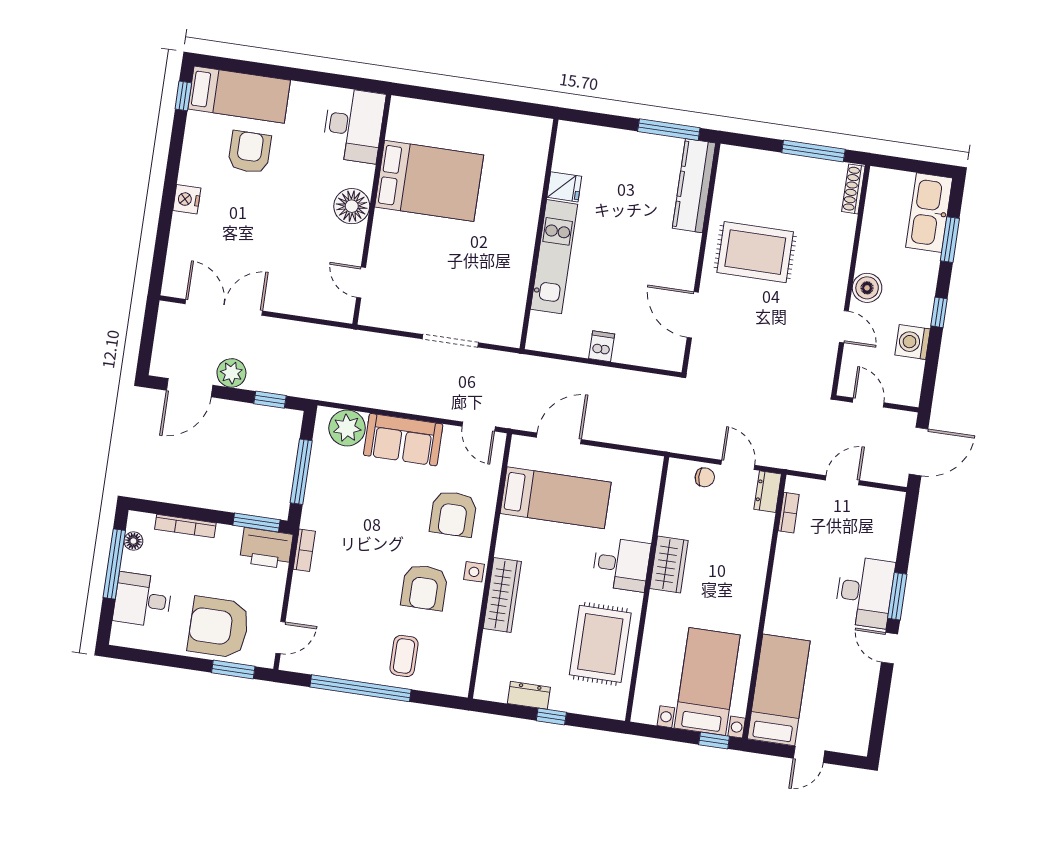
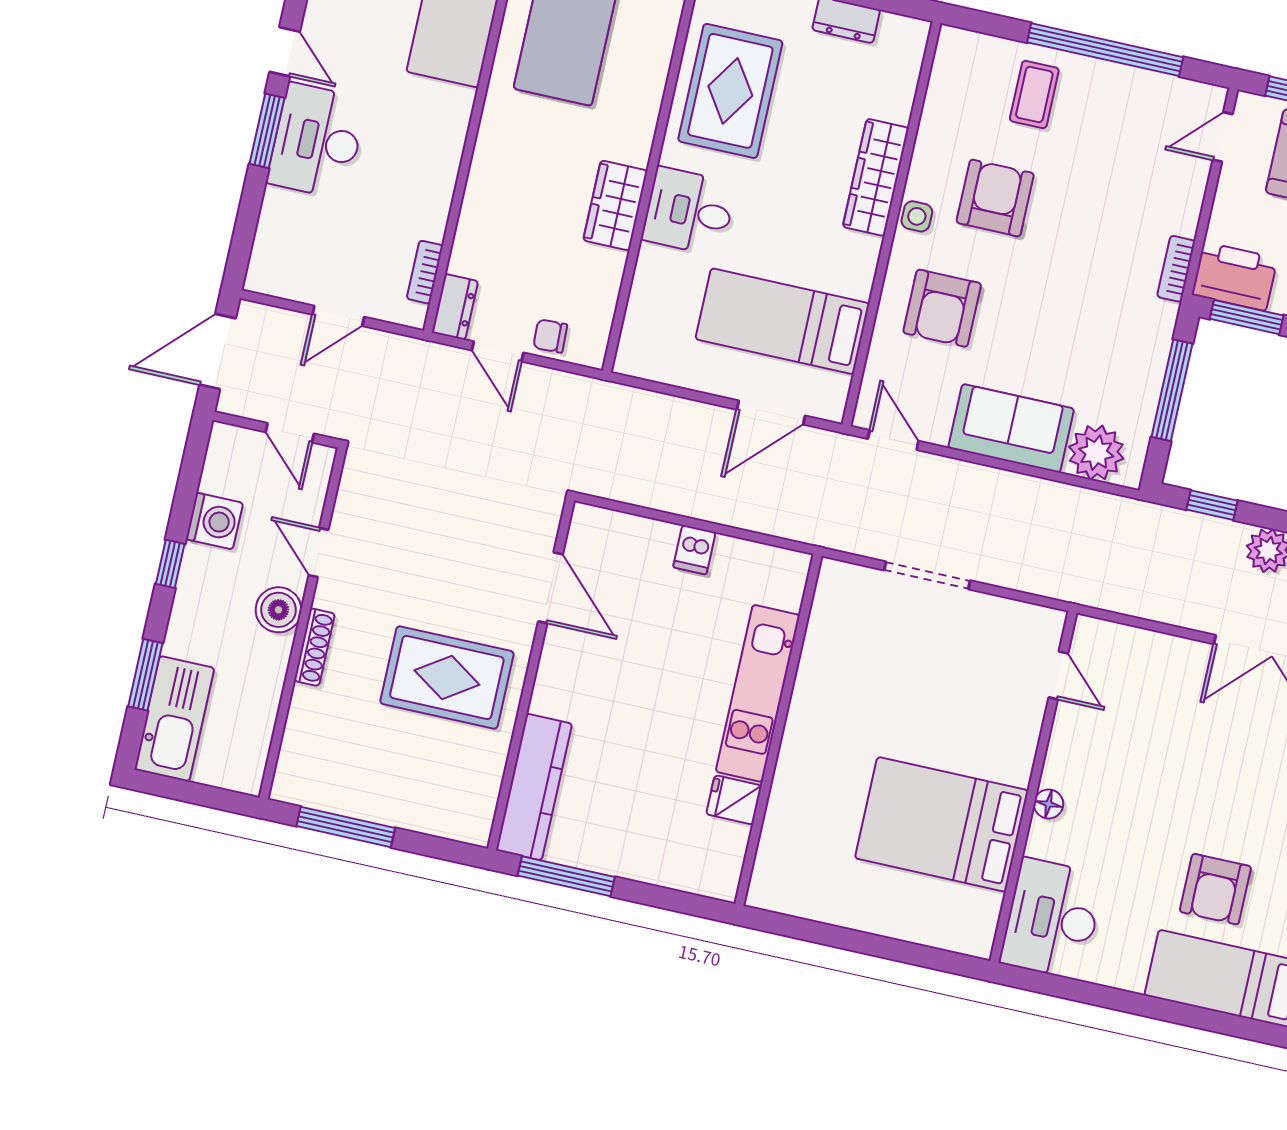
shoe rack: (853, 189) -> (314, 647), moved
floor lamp: (352, 206) -> (1048, 804), width x0.53, depth x0.53
armchair: (453, 514) -> (942, 308), turned 180

